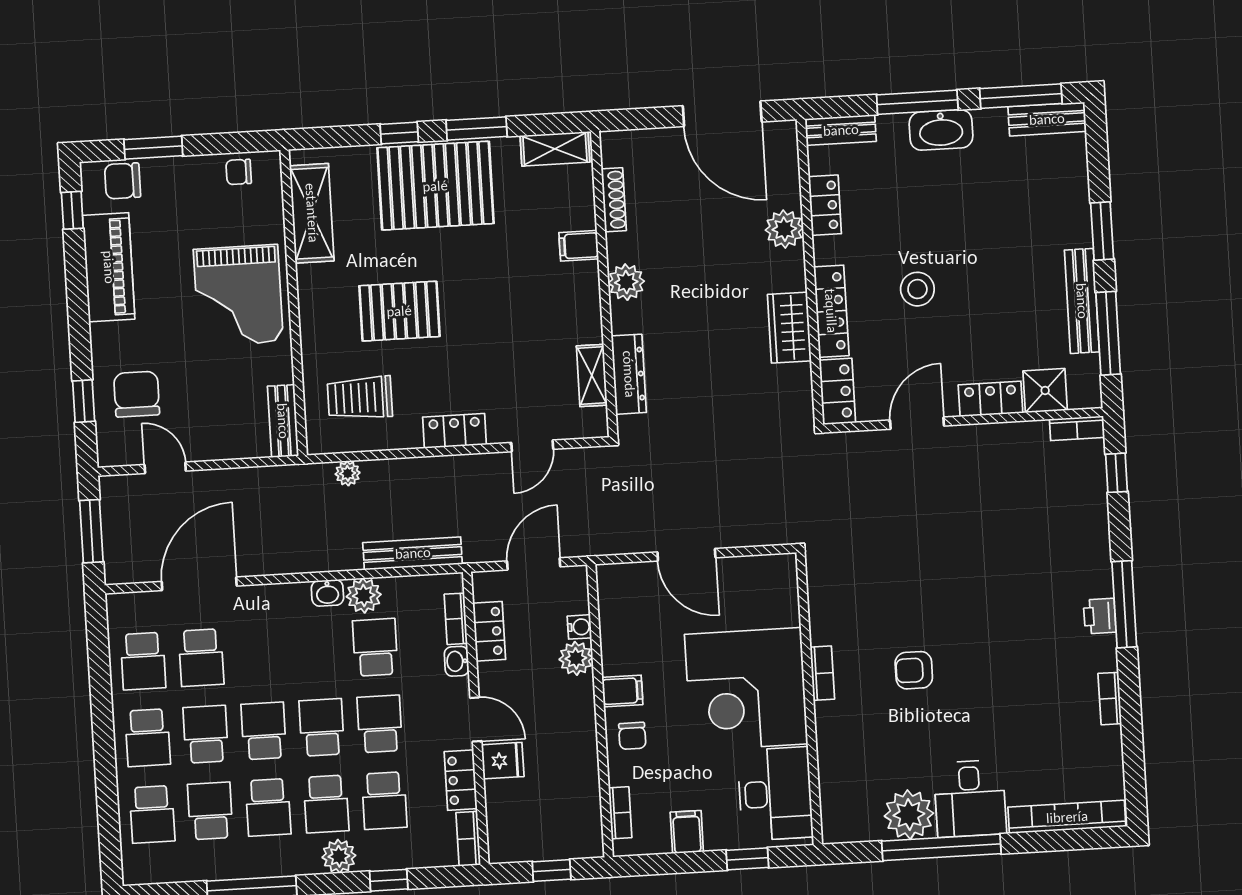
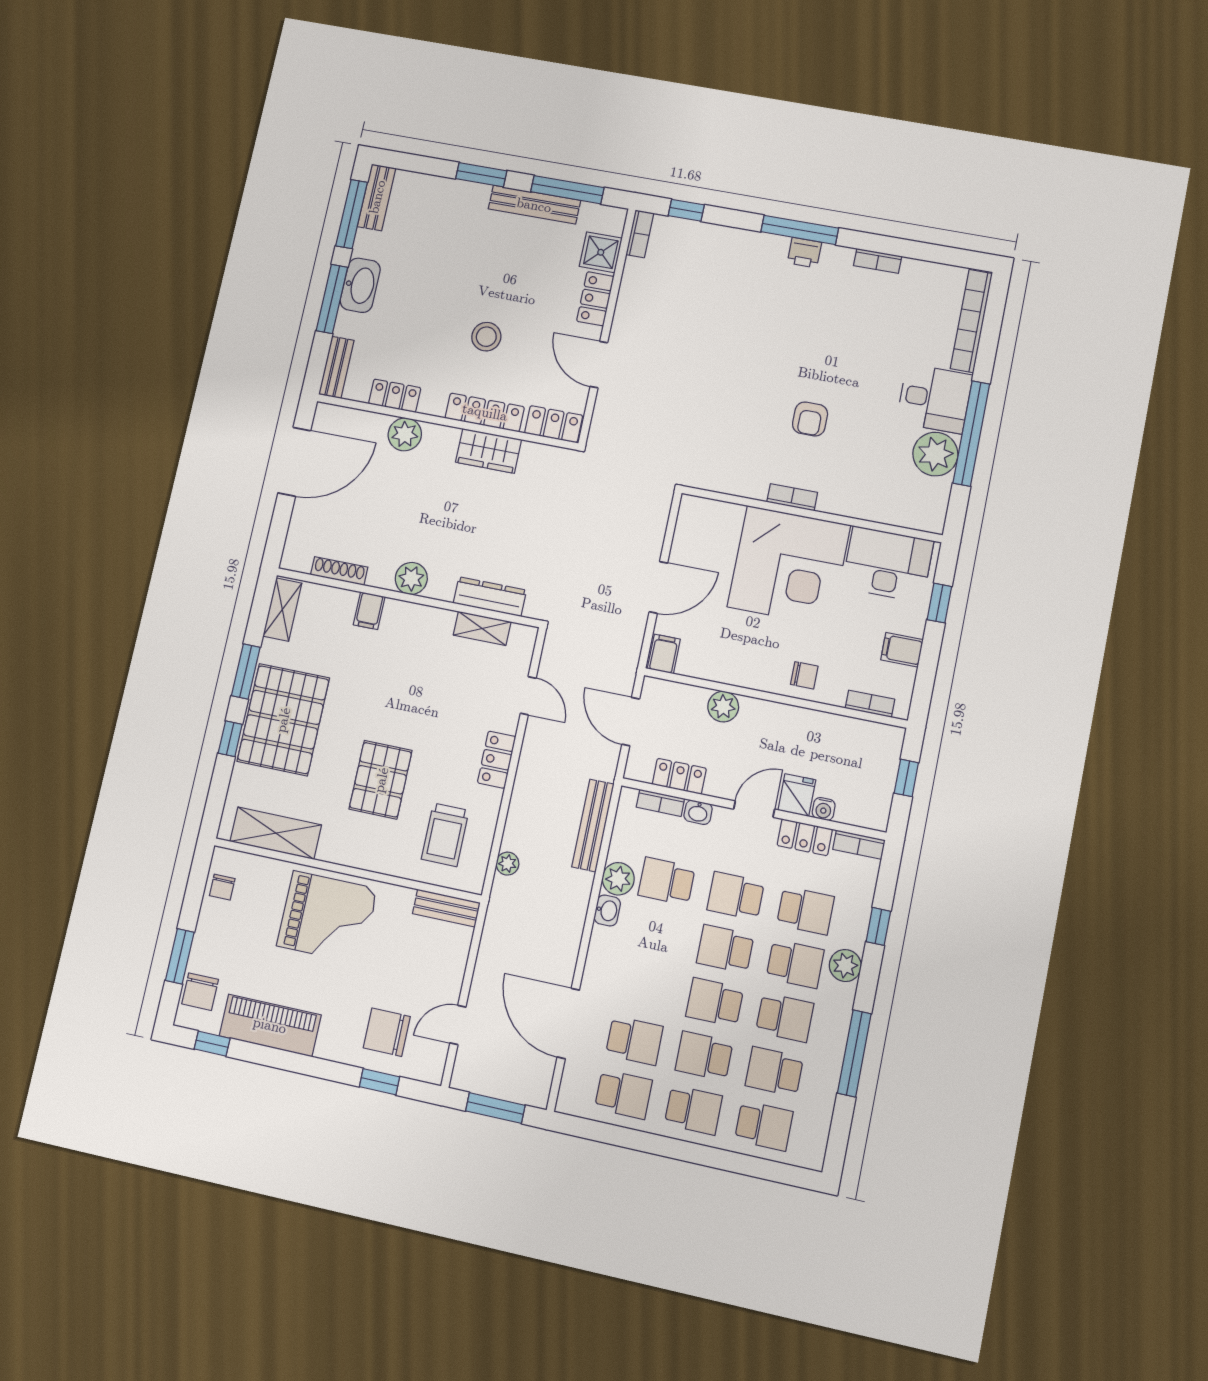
water cooler: (579, 627) -> (824, 809), moved, turned 180
filing cabinet: (622, 691) -> (664, 654), moved

